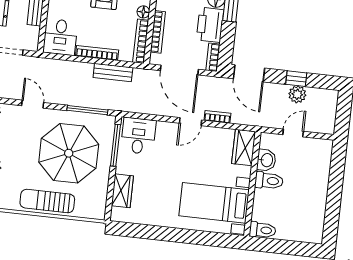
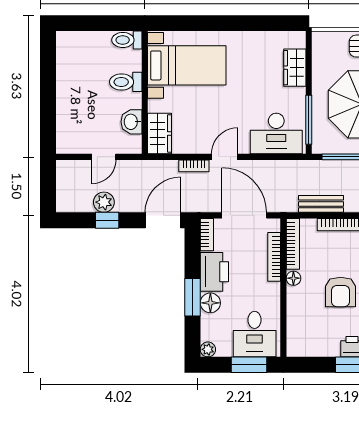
door: (249, 73) -> (163, 220), hinge flipped
desk: (138, 136) -> (276, 134), width x1.37
toilet: (269, 181) -> (126, 82), moved

